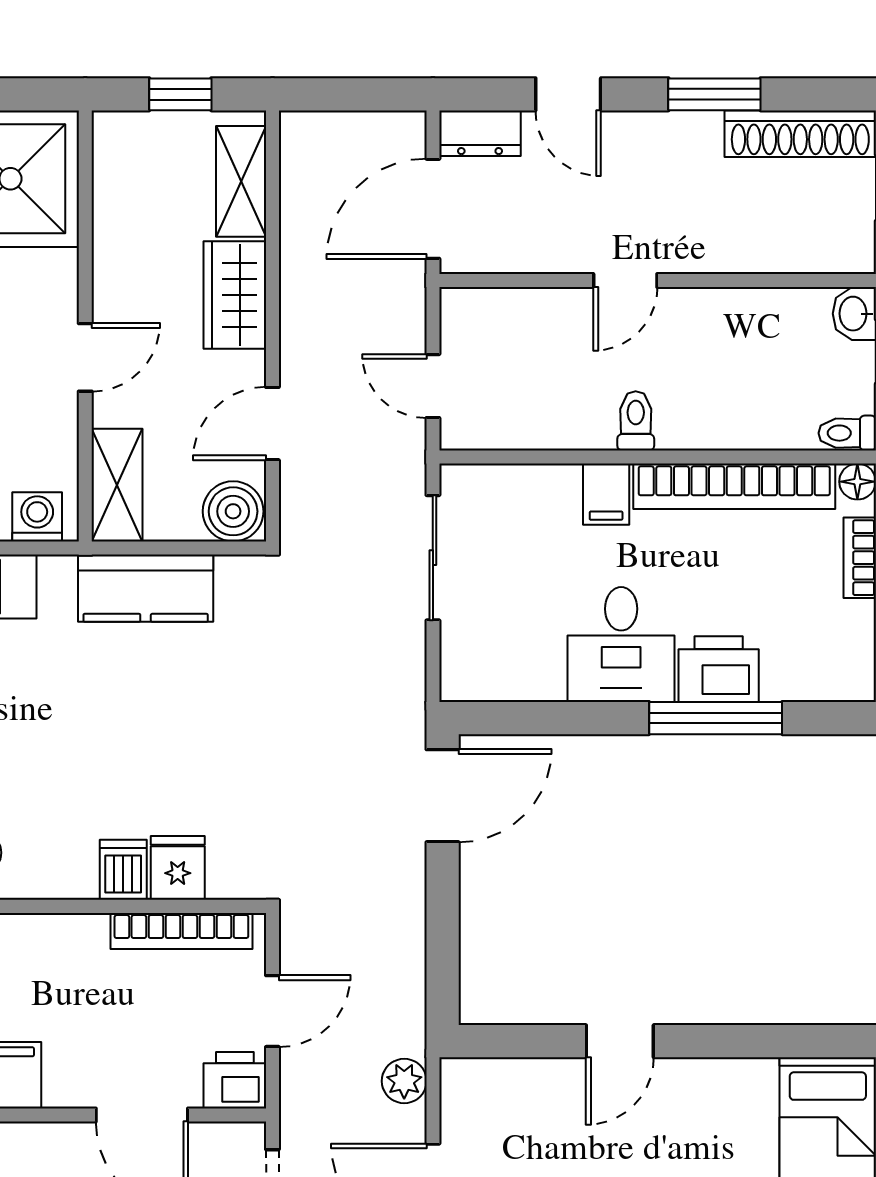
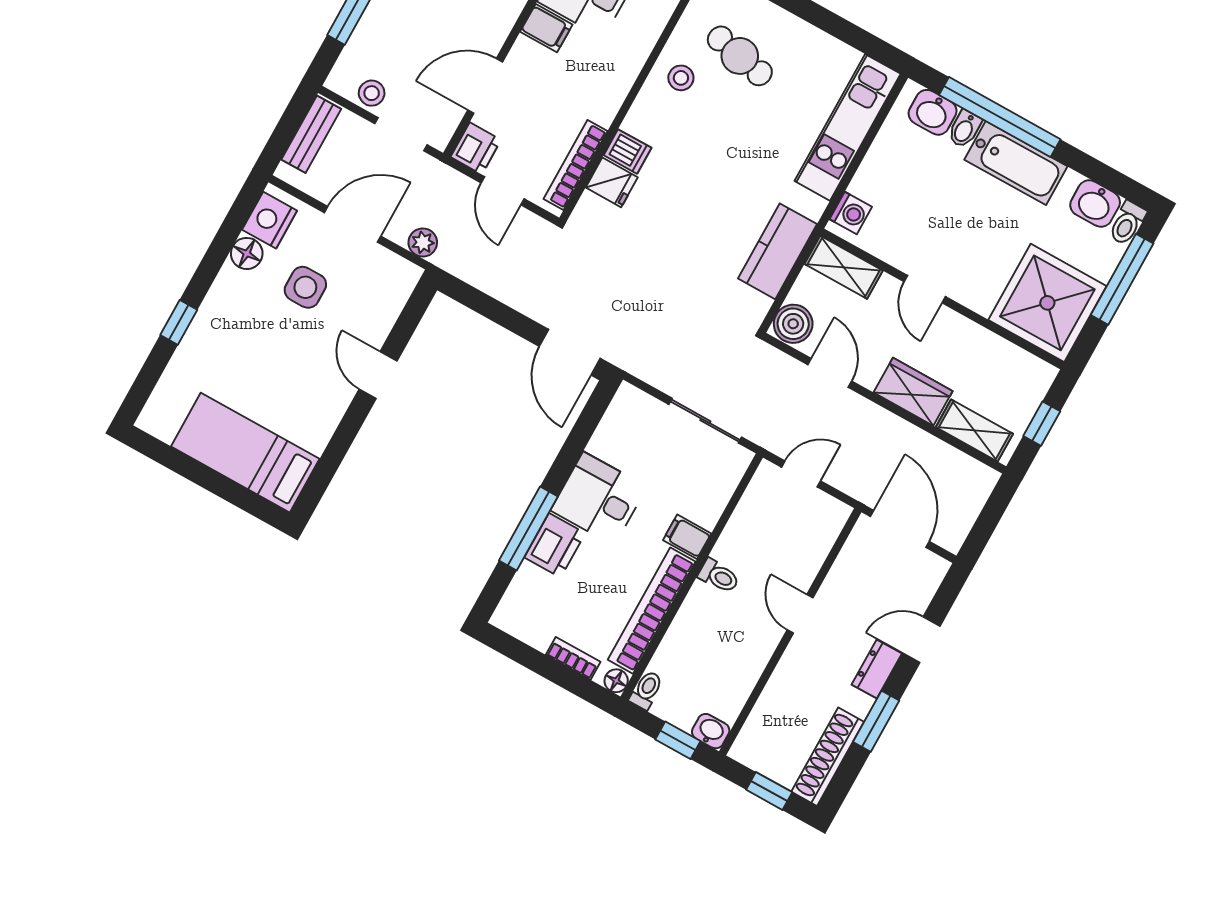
dresser: (480, 133) -> (877, 669), moved

